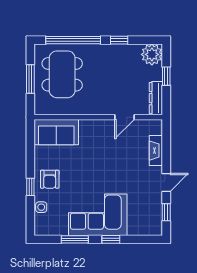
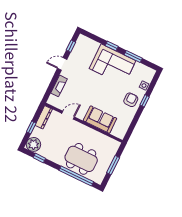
window: (119, 40) -> (39, 158), moved
dining table: (62, 74) -> (81, 159), moved, turned 90
sofa: (56, 132) -> (100, 120), moved

